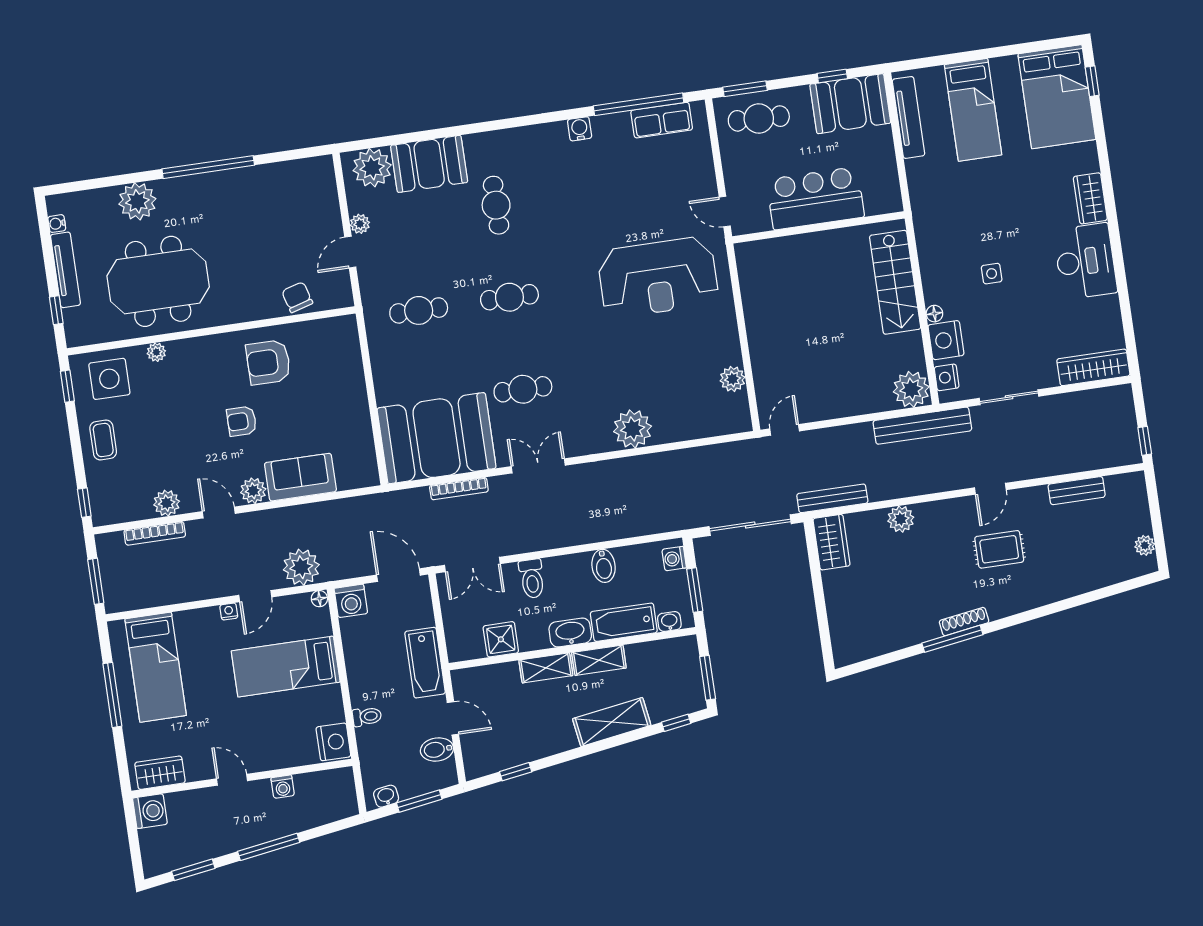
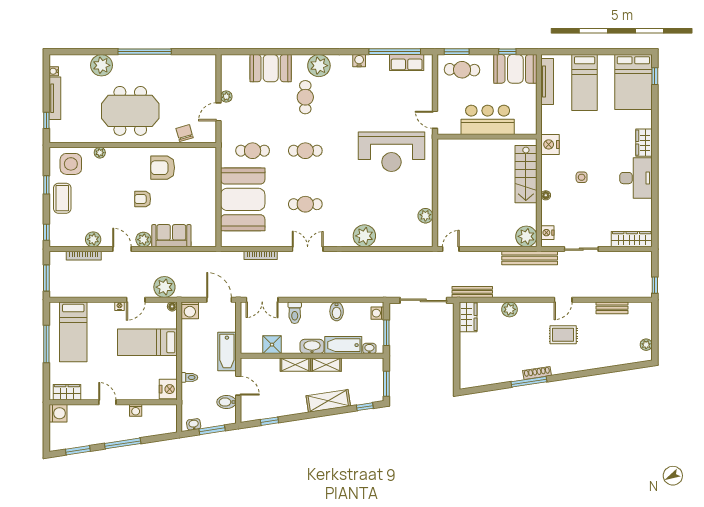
plant: (372, 168) -> (319, 66), moved
meeting table: (158, 281) -> (130, 111), moved
nightstand: (946, 340) -> (550, 144), moved
window: (67, 386) -> (46, 185), moved
booth: (437, 438) -> (243, 199), moved, turned 90
coffee table: (103, 440) -> (62, 198), width x1.36, depth x1.30

